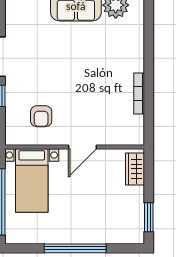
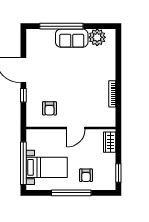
bed with nightstands: (32, 181) -> (47, 167), moved, turned -90
armchair: (98, 221) -> (86, 175), added

